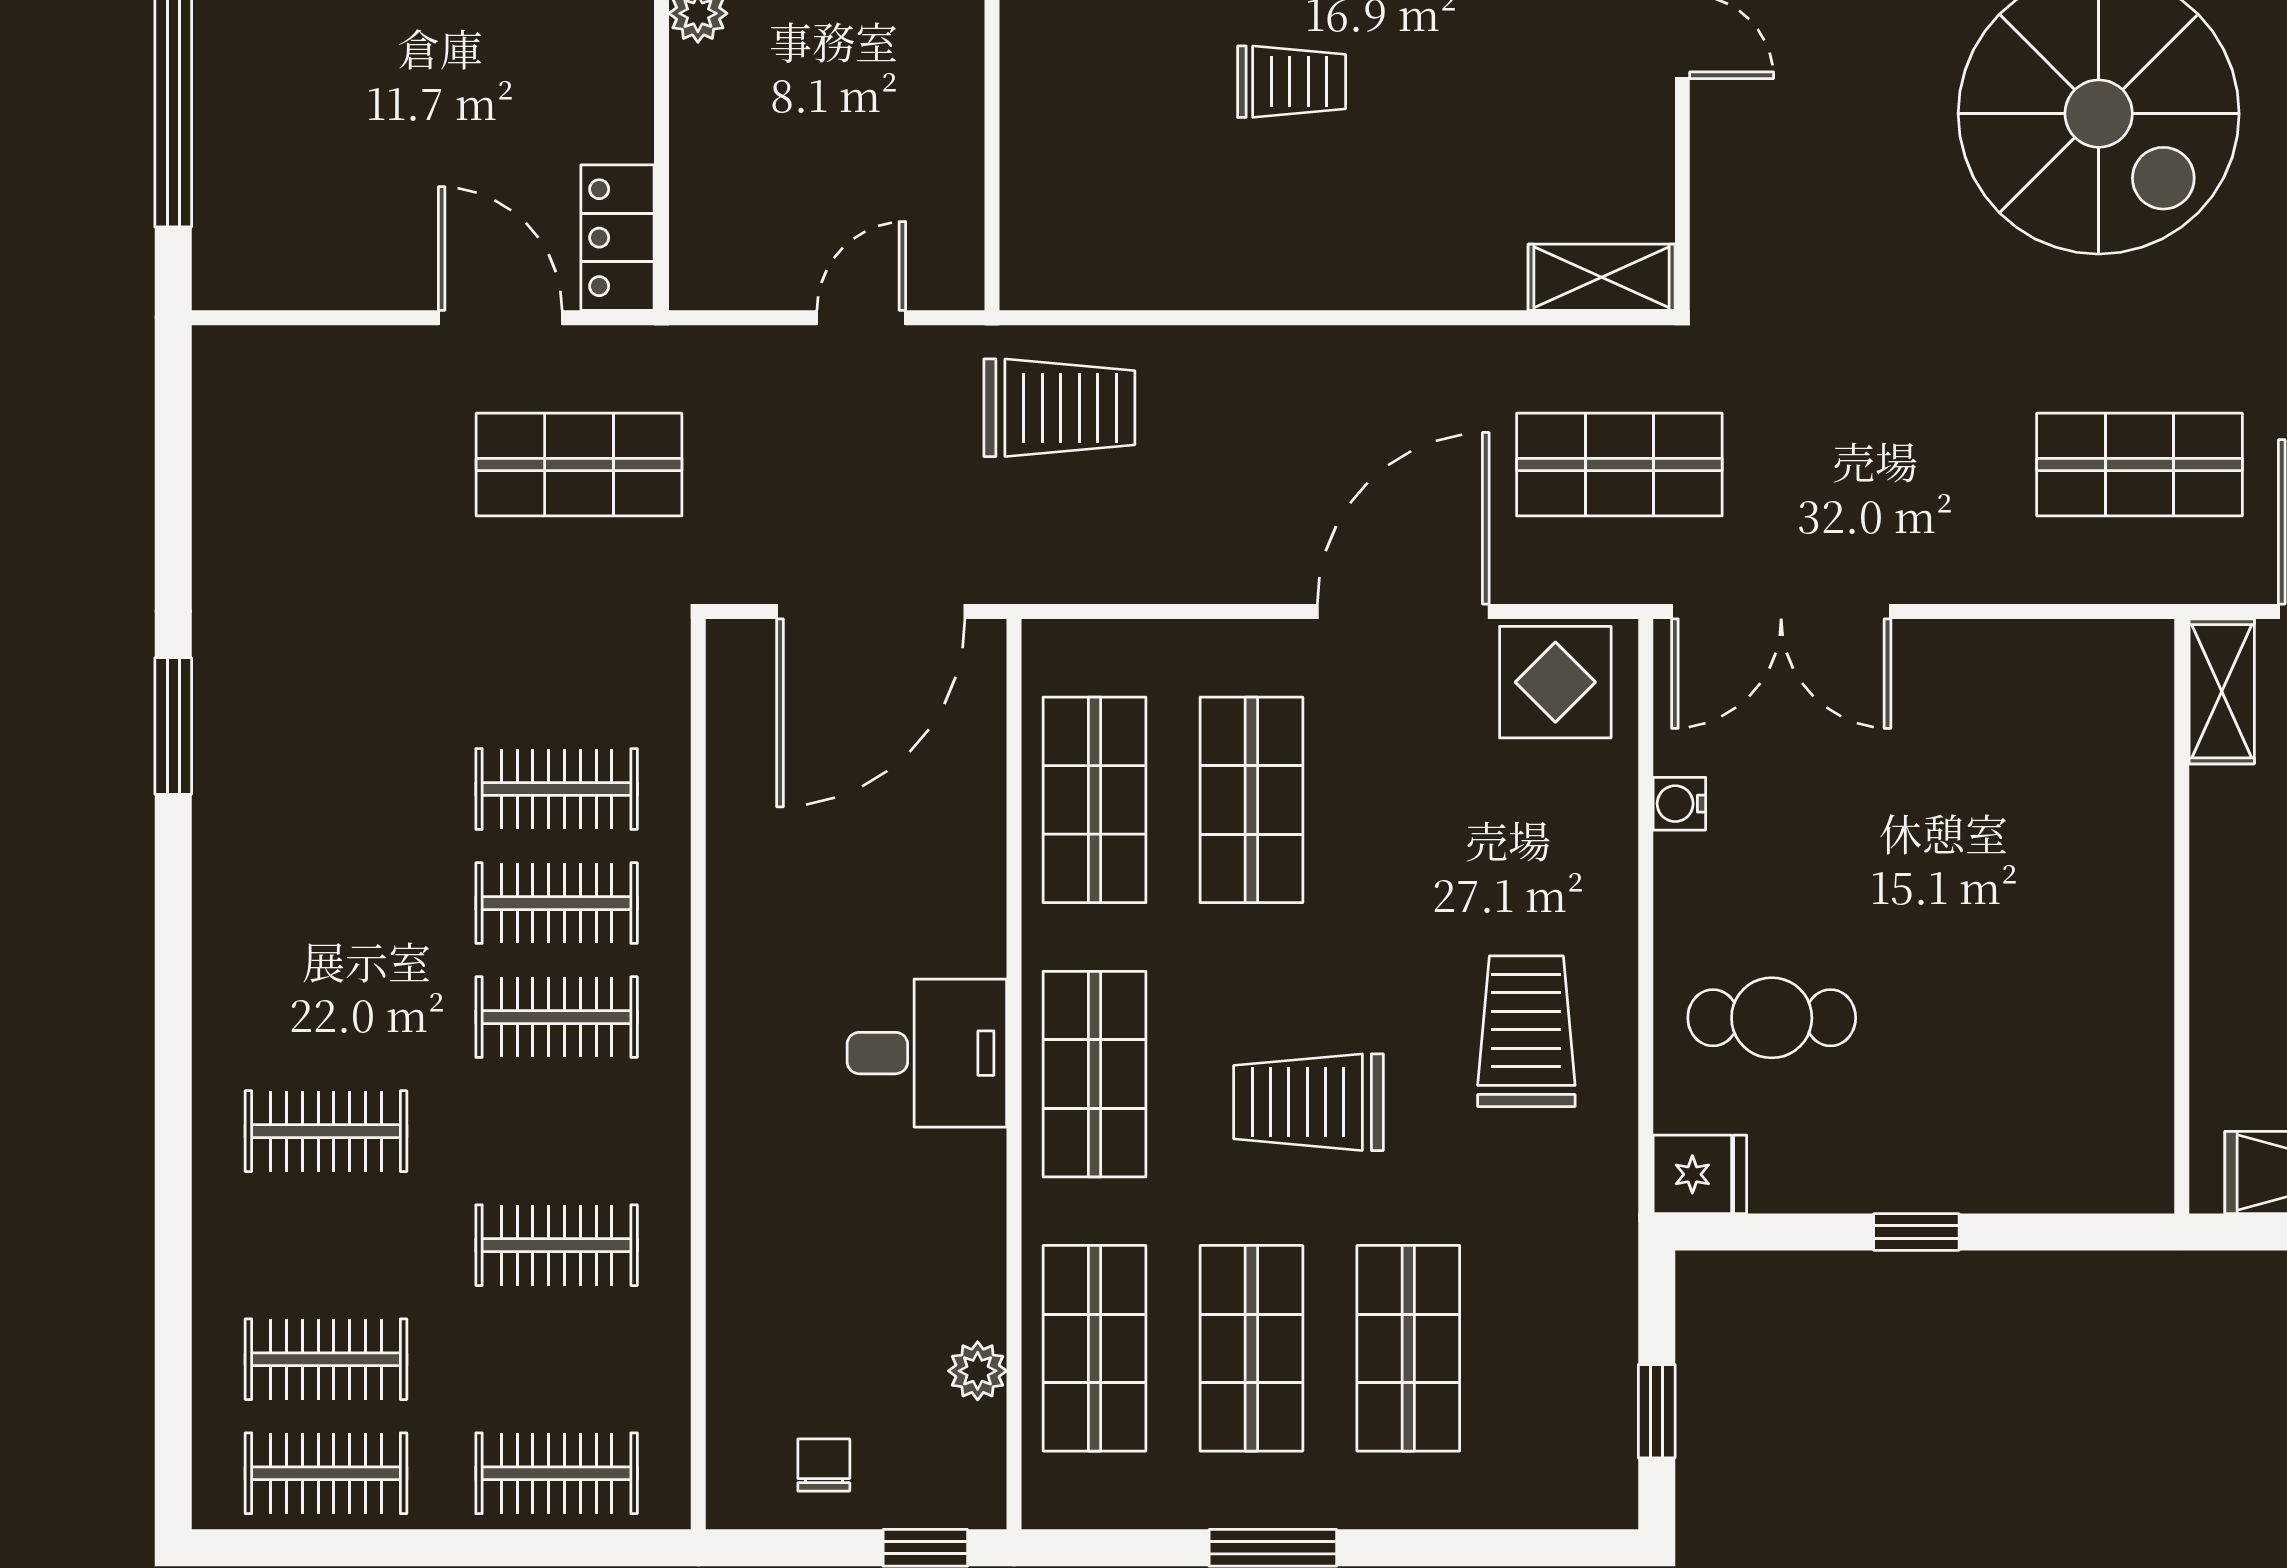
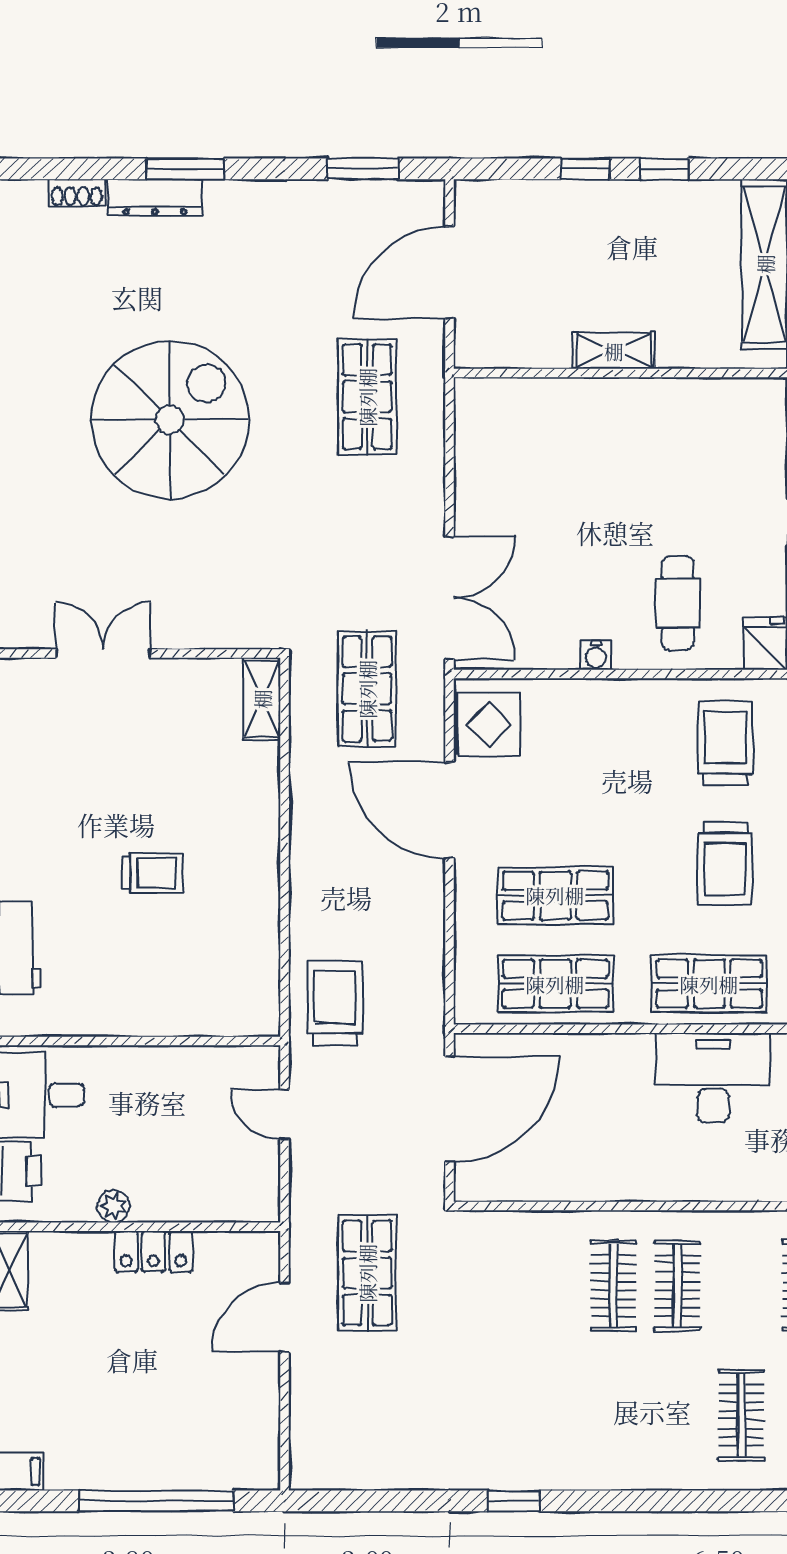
trolley: (1292, 82) -> (152, 873), turned 90
locker: (618, 238) -> (153, 1251), moved
door: (871, 611) -> (450, 1109), hinge flipped
shelving: (2222, 691) -> (614, 351), moved
window: (173, 726) -> (514, 1501), width x0.67
clothes rail: (557, 789) -> (549, 1286), removed
water cooler: (1679, 804) -> (596, 655), moved
trolley: (1526, 1031) -> (725, 743), moved, turned 90
desk: (927, 1053) -> (713, 1078), width x1.37

